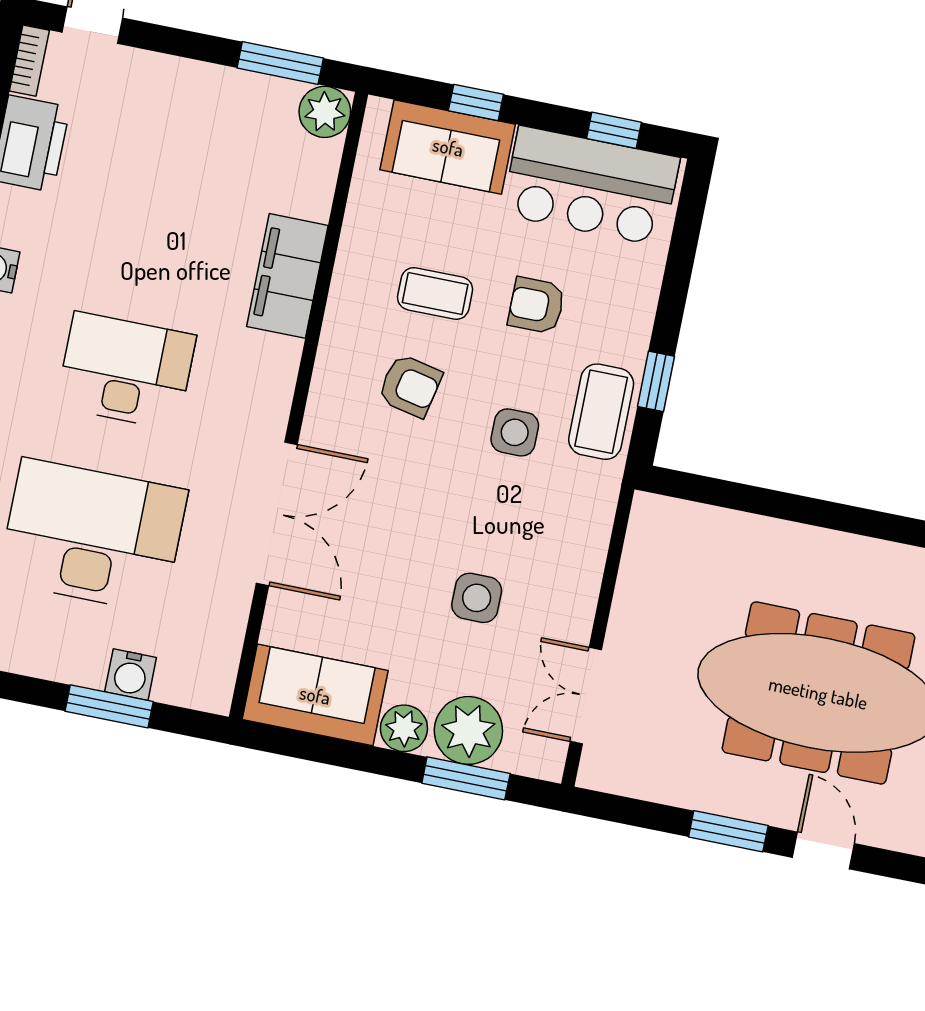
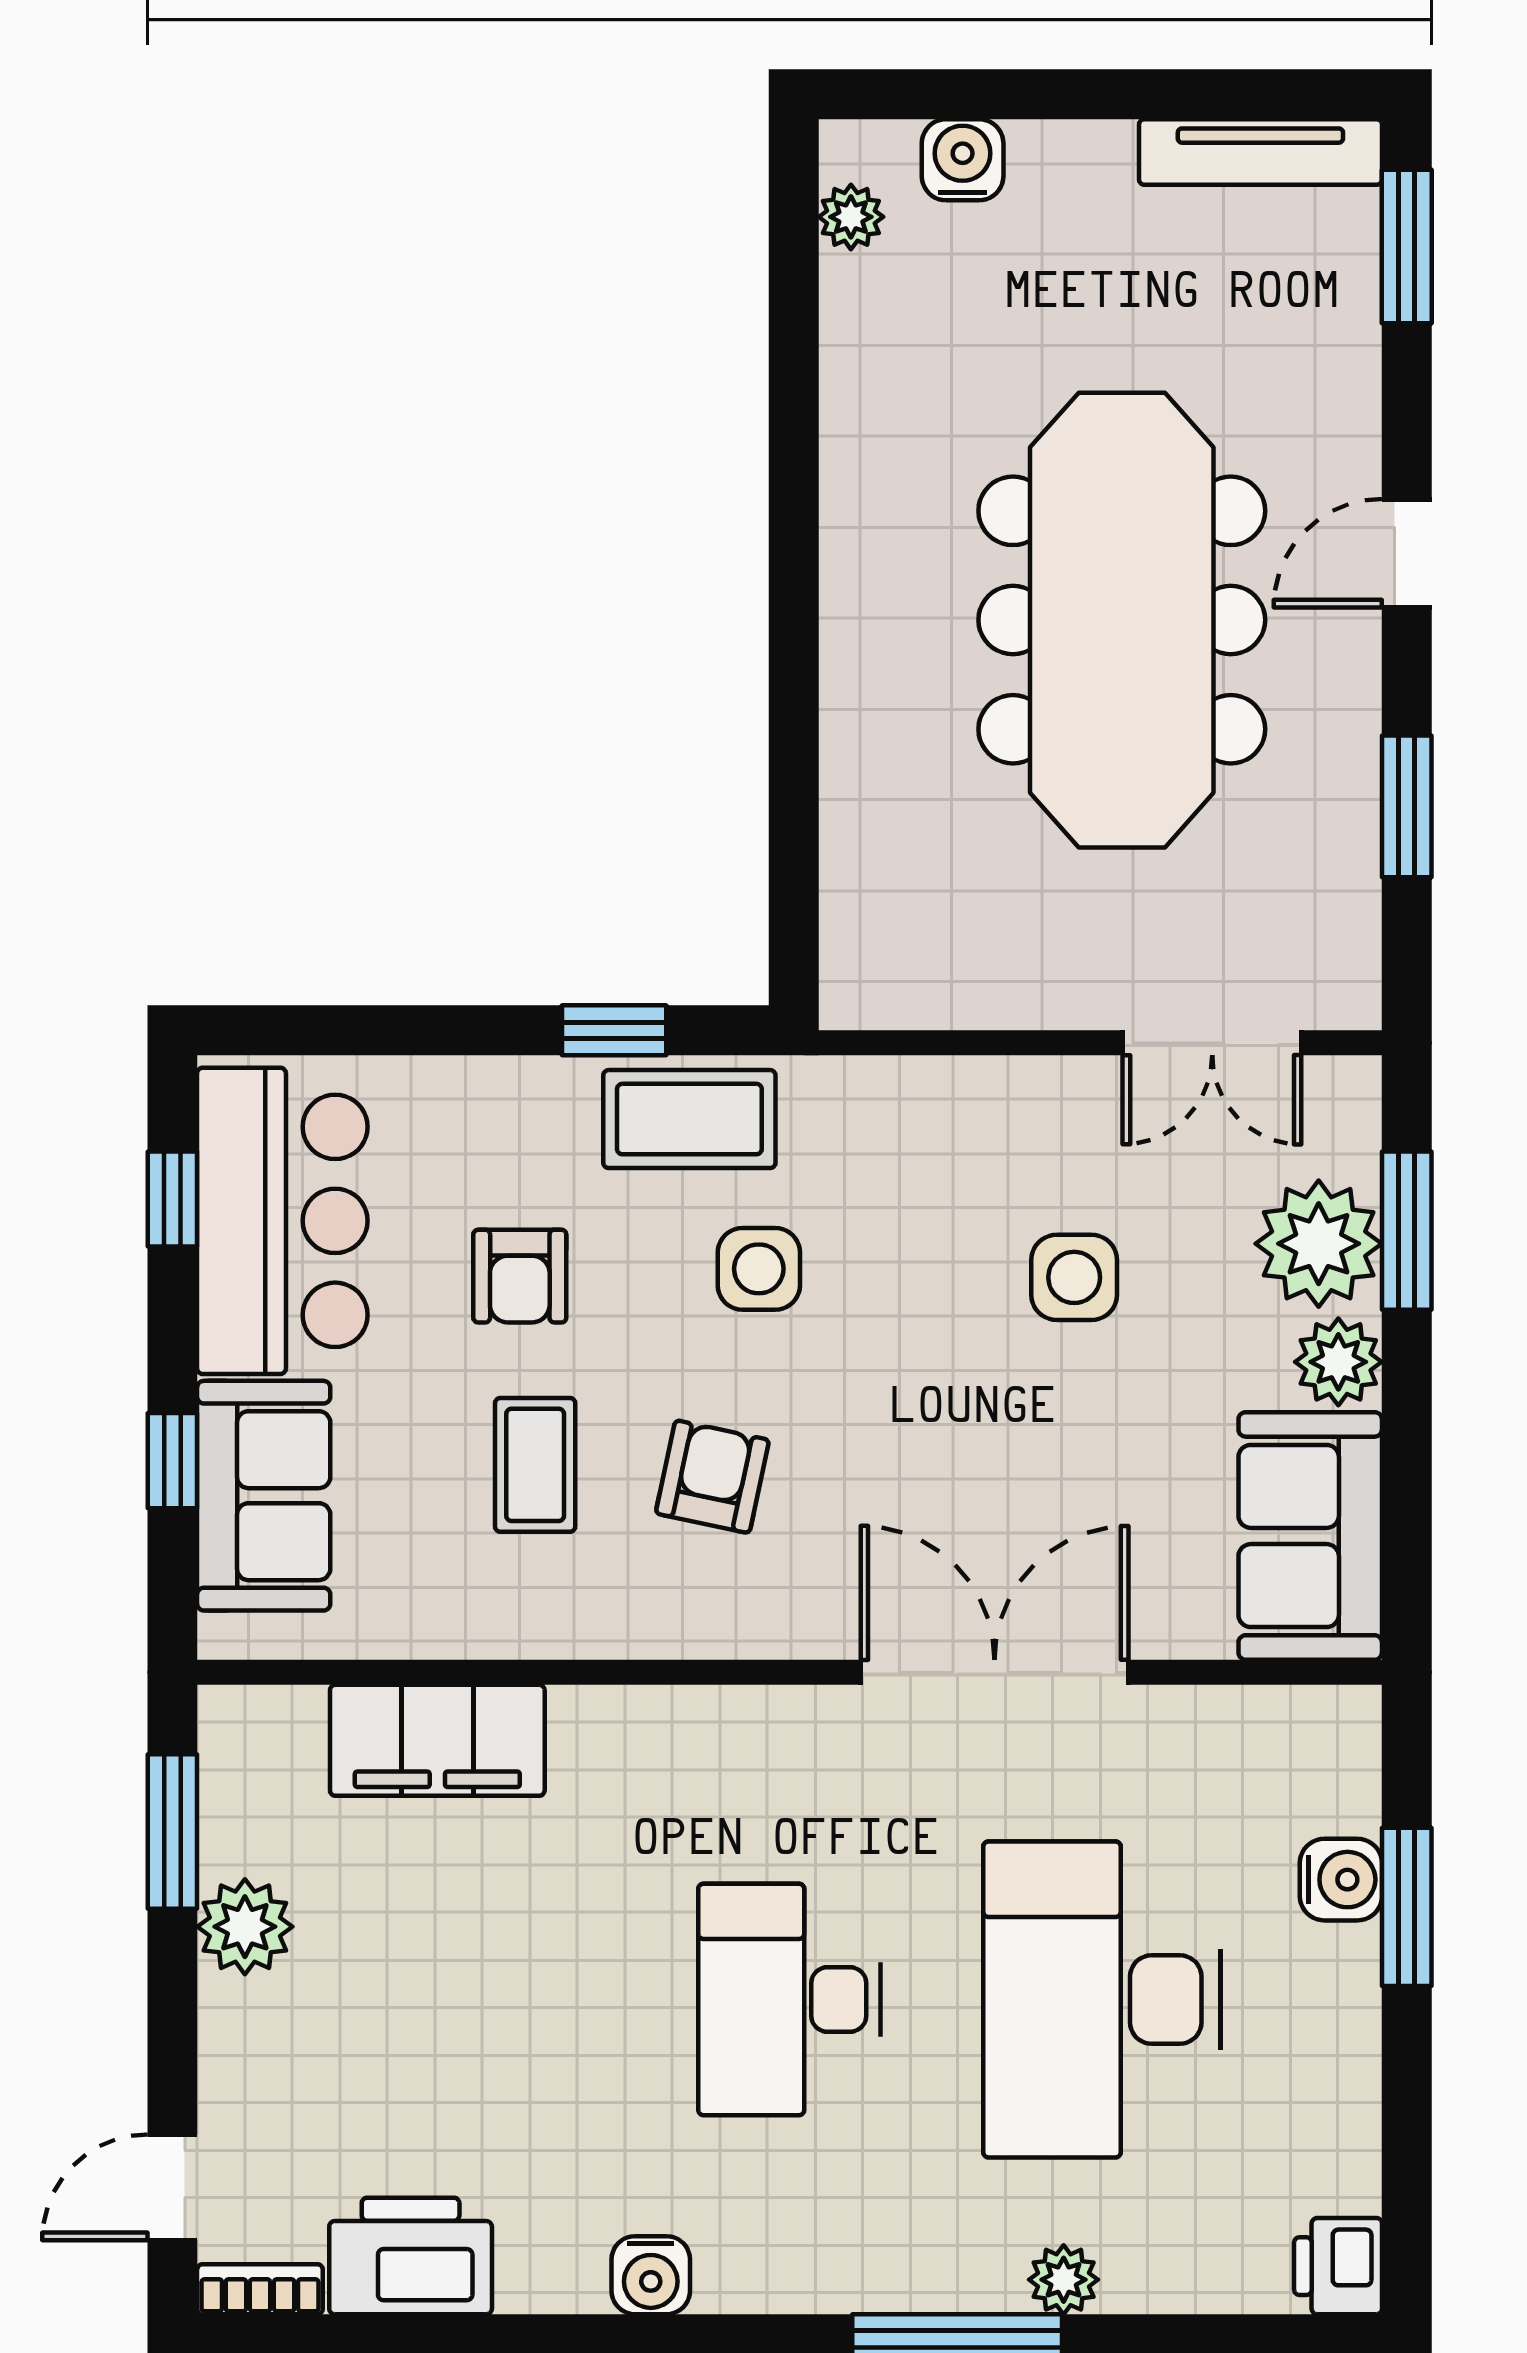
plant: (325, 112) -> (245, 1927), moved
filing cabinet: (287, 276) -> (437, 1740), moved
window: (728, 831) -> (1407, 806), moved

